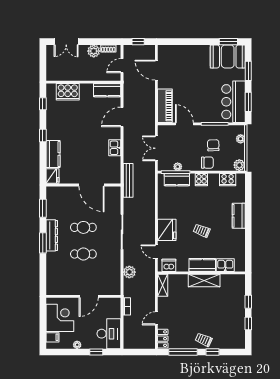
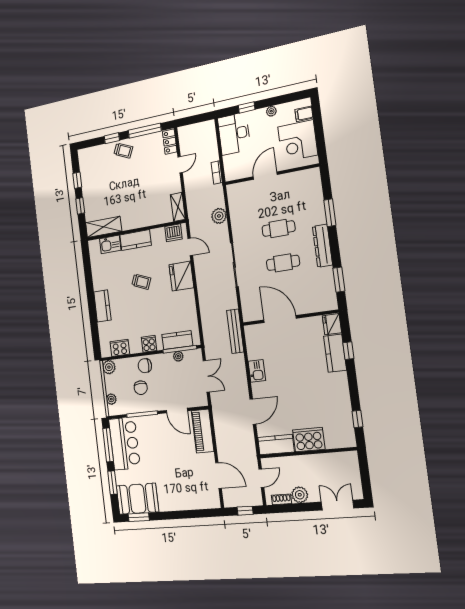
cooker: (68, 92) -> (309, 440), moved
window: (248, 102) -> (108, 445), width x1.44
window: (43, 135) -> (348, 351), moved
window: (43, 243) -> (330, 213), moved
shelving: (204, 280) -> (104, 227), moved

